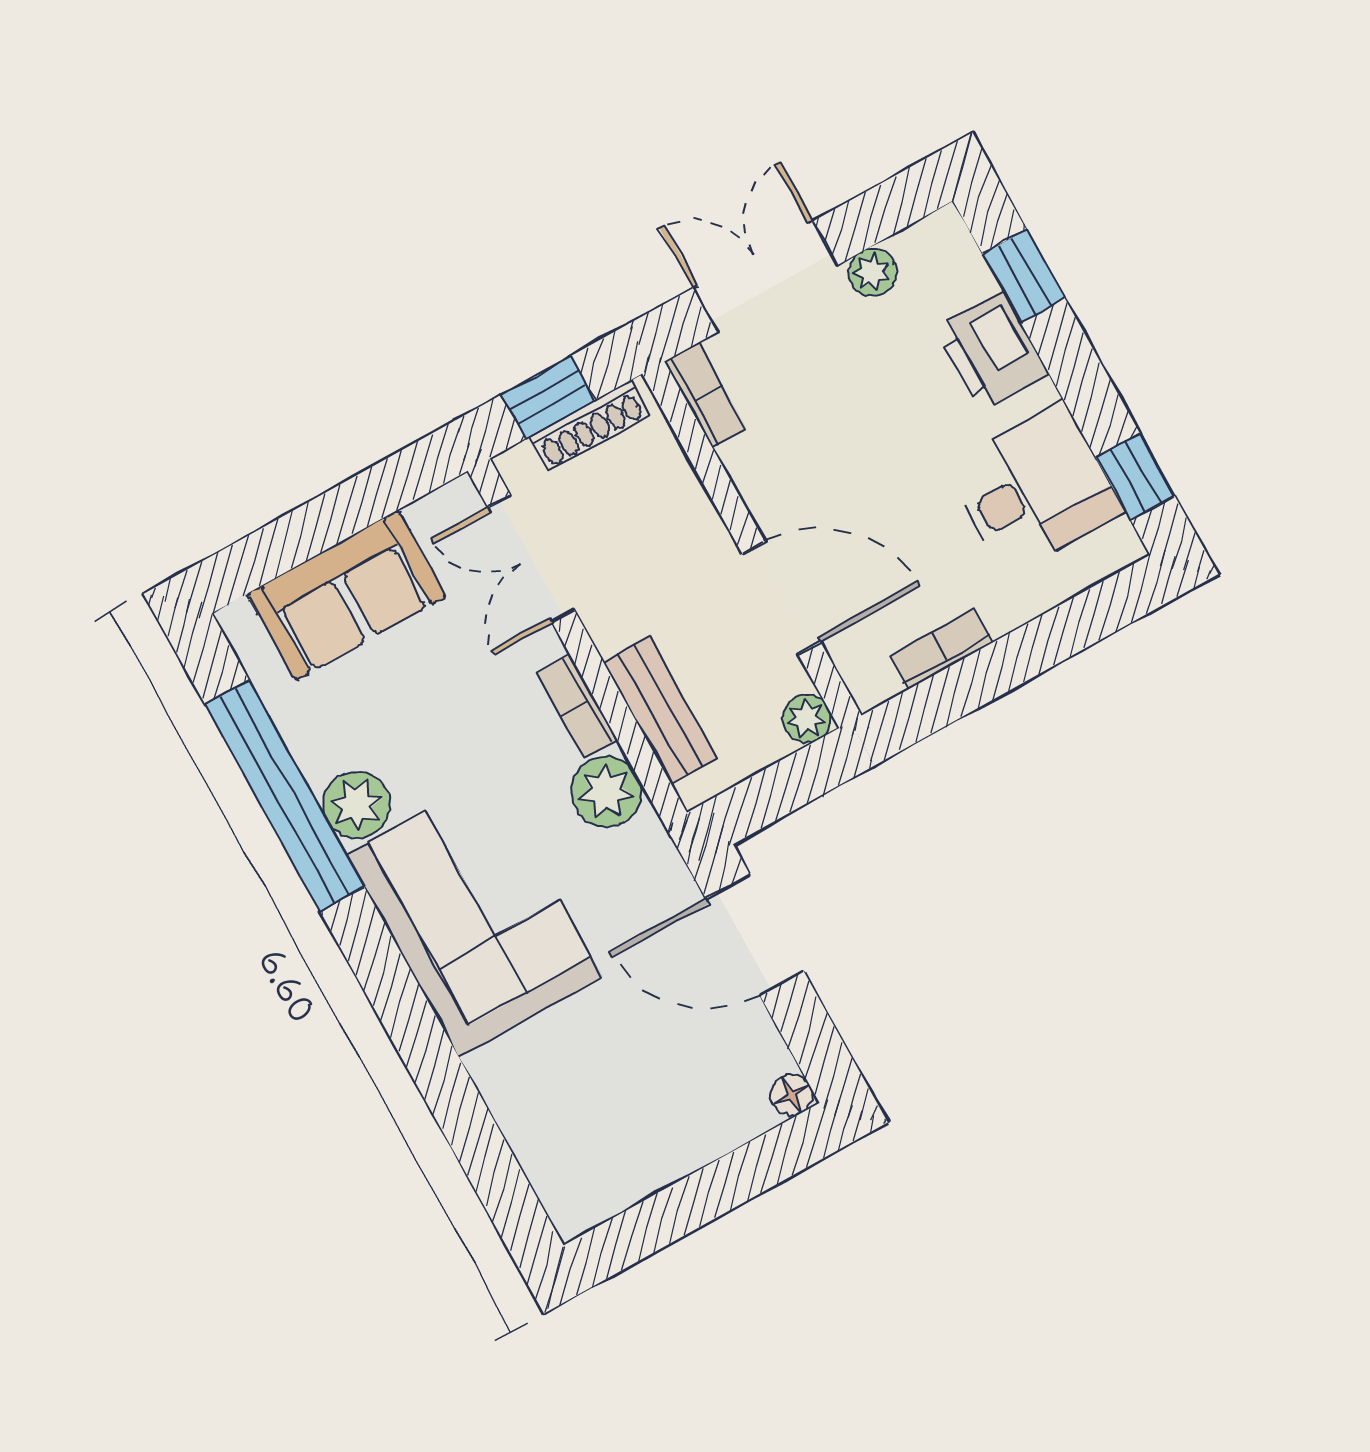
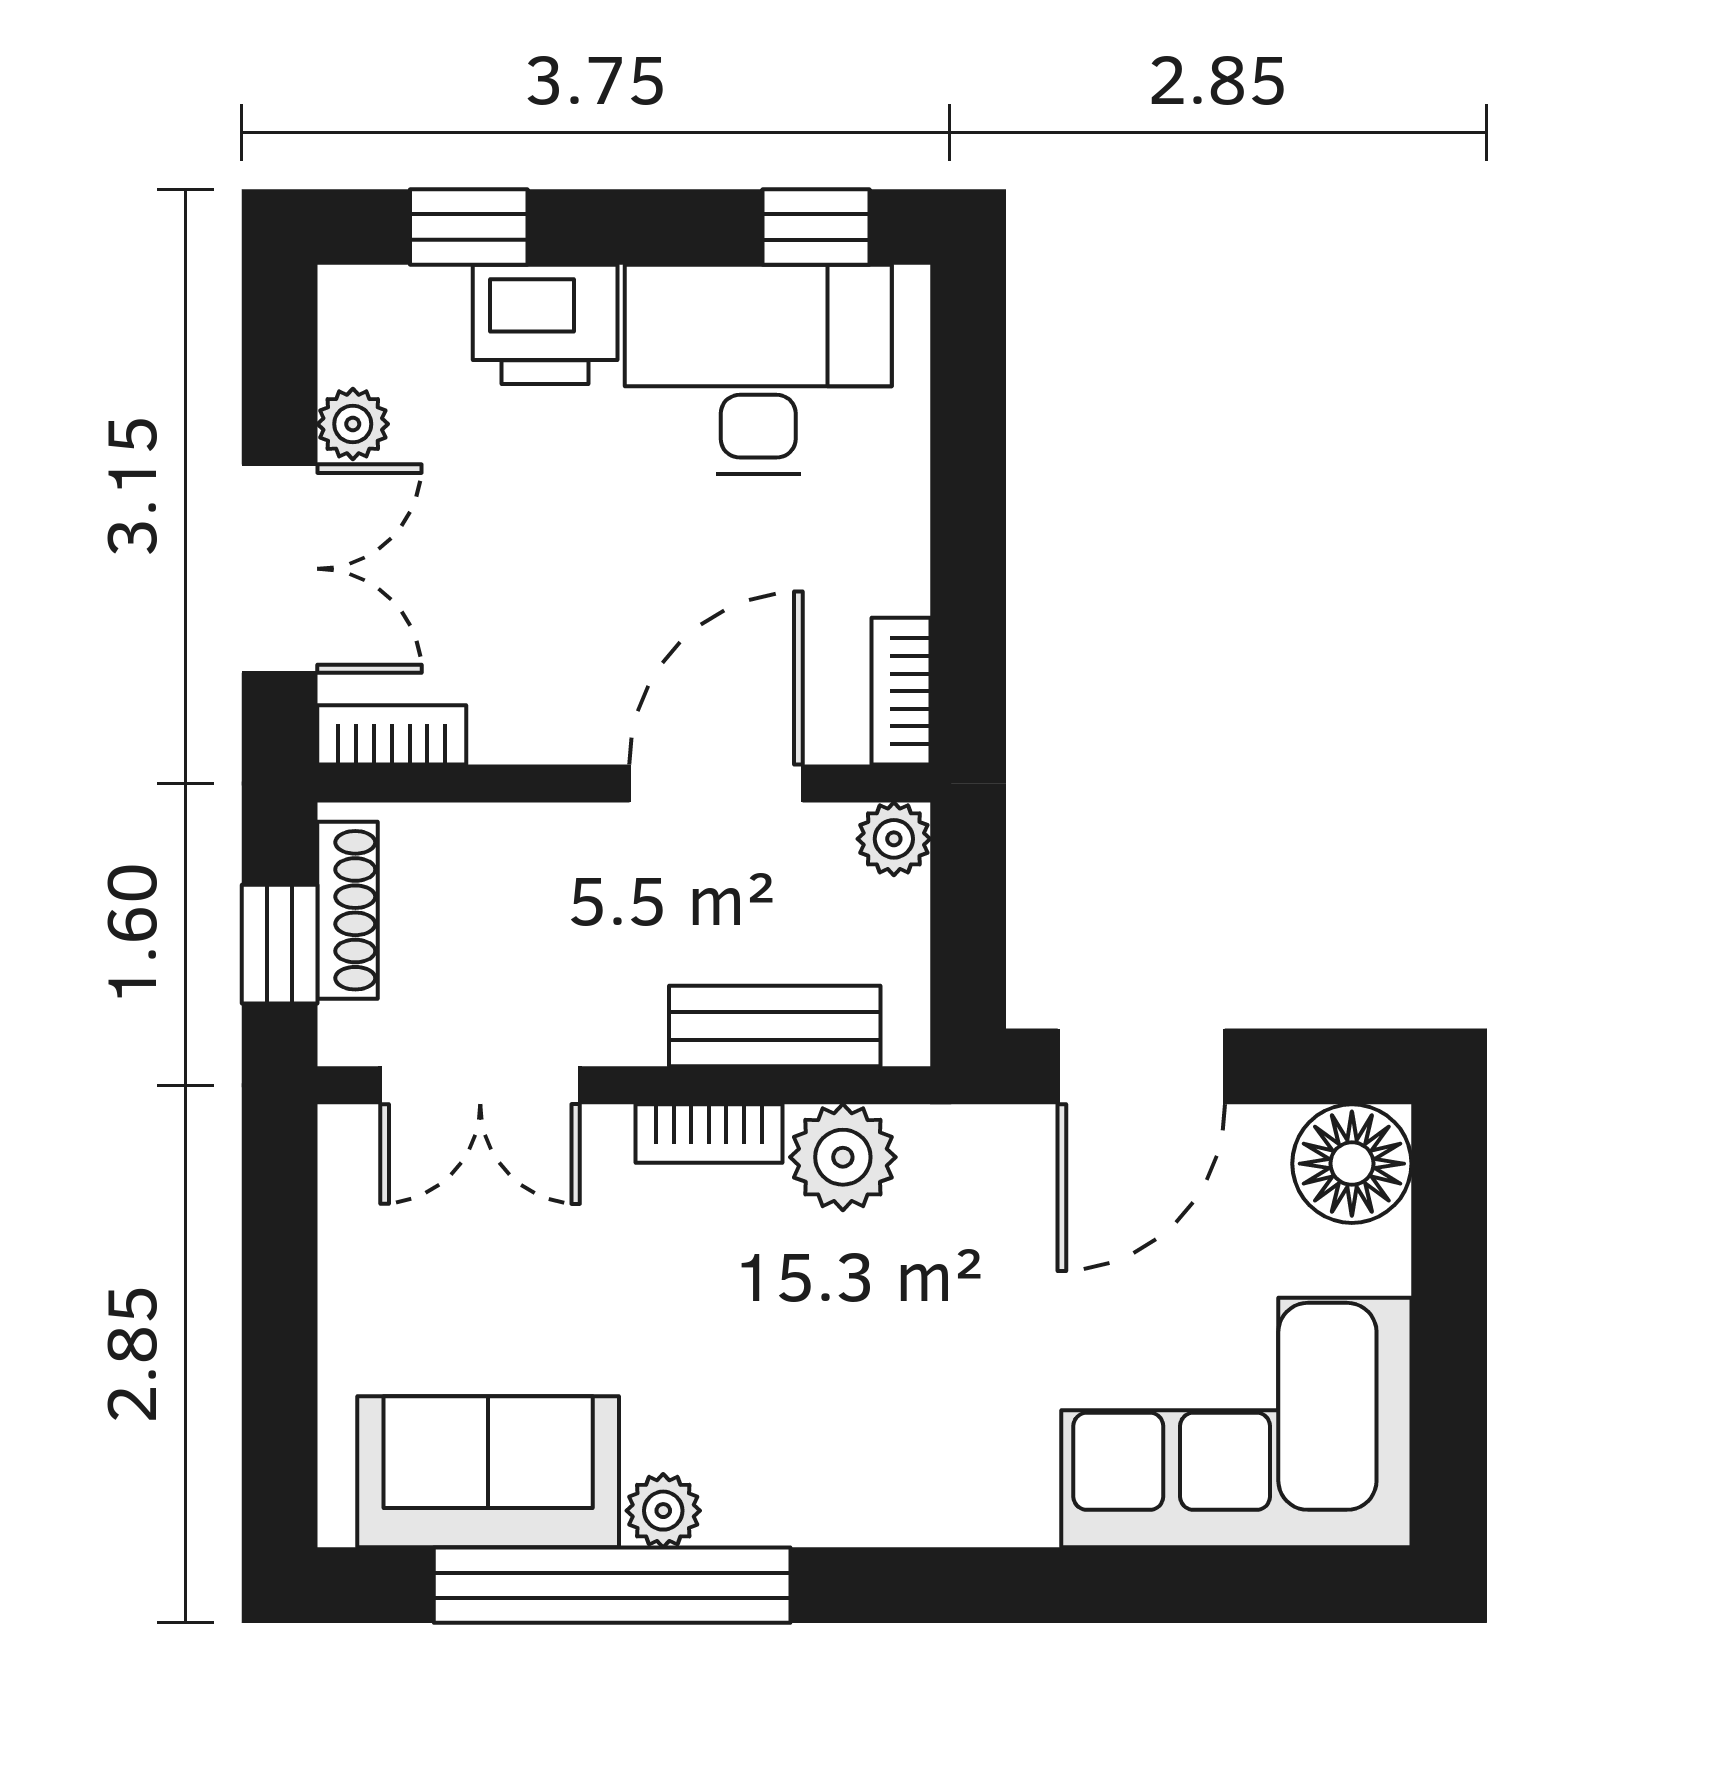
double door: (765, 277) -> (280, 569), swing flipped
desk: (1034, 489) -> (758, 370), width x1.37
sofa: (347, 595) -> (488, 1472), moved, turned -90
bookcase: (941, 649) -> (901, 691), moved
plant: (357, 805) -> (663, 1511), width x0.73, depth x0.73
corner sofa: (475, 916) -> (1236, 1423), moved
floor lamp: (791, 1095) -> (1352, 1164), width x1.89, depth x1.89

